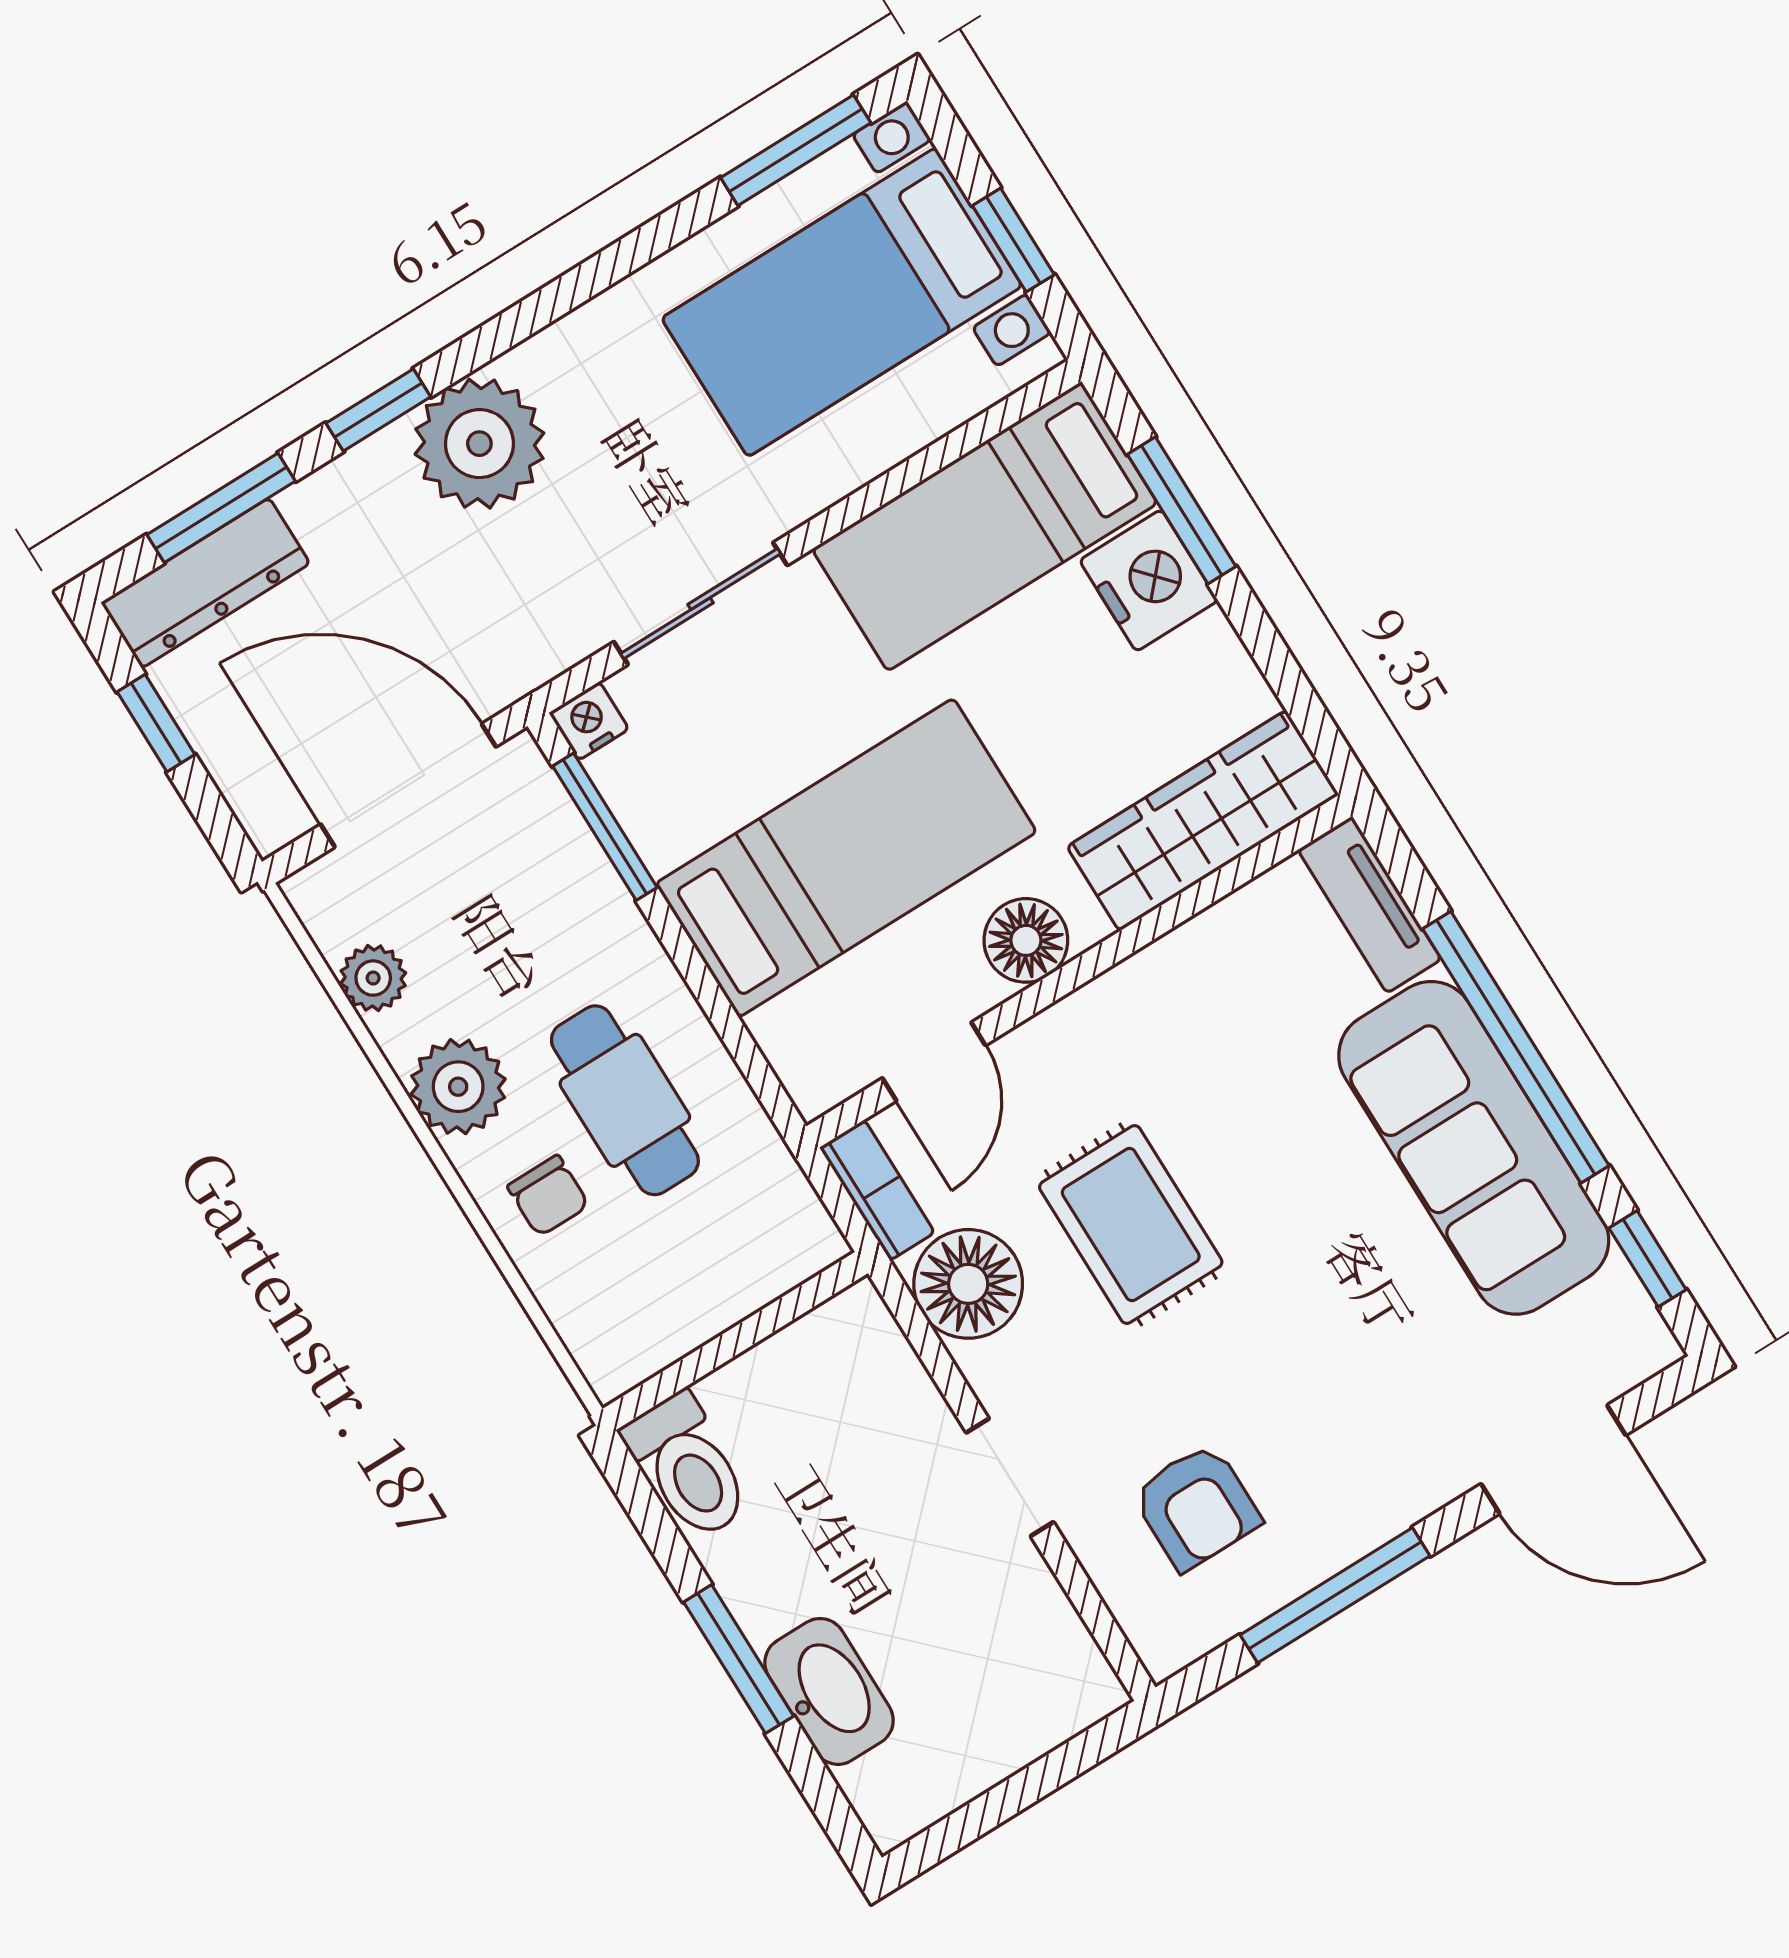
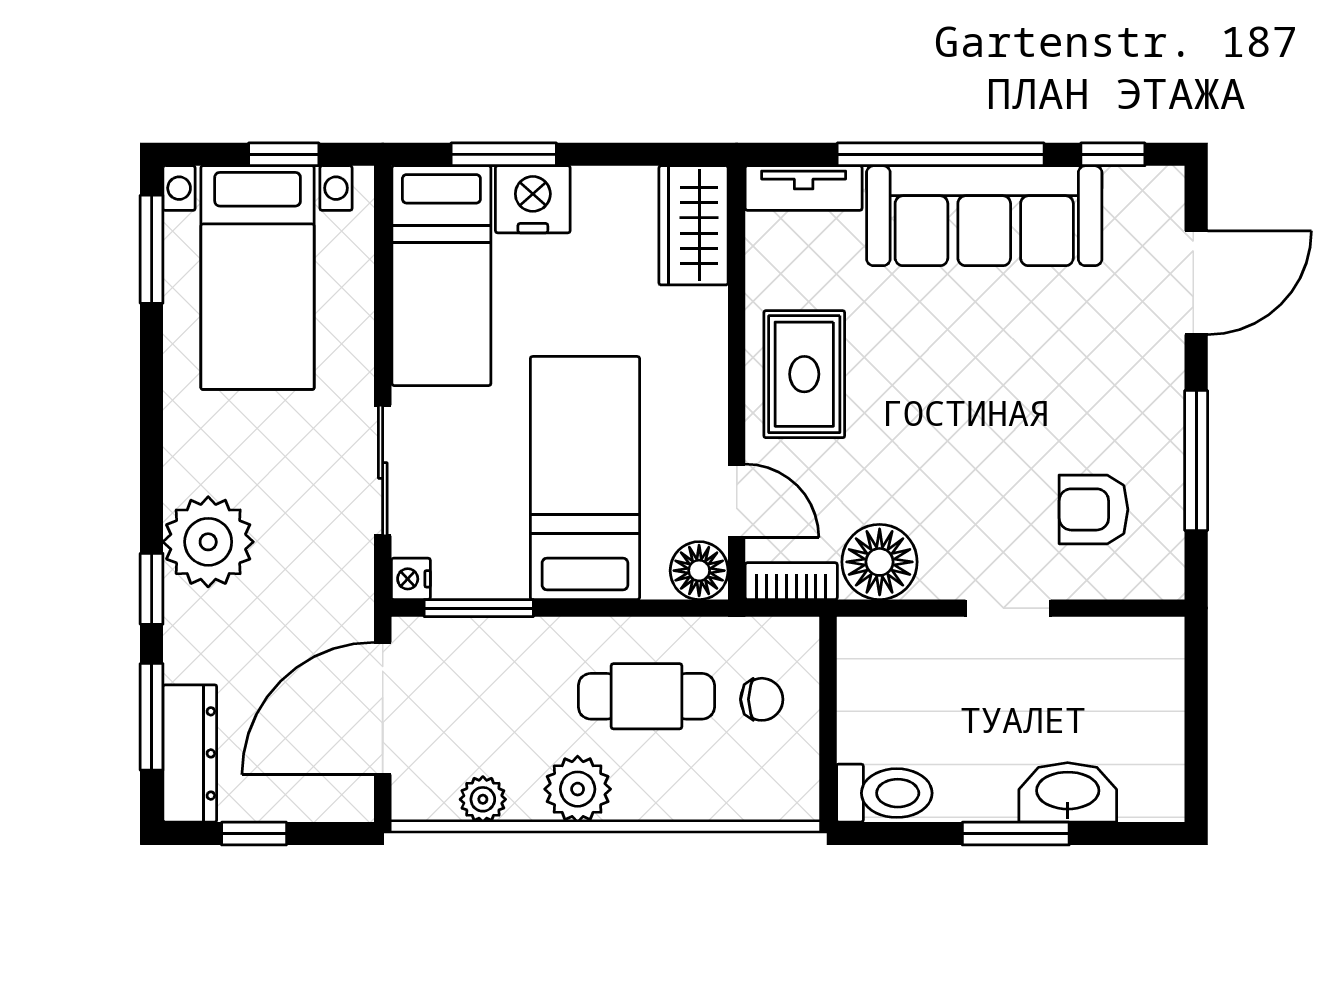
wardrobe: (1203, 821) -> (693, 225), width x0.67
floor lamp: (1026, 940) -> (699, 571), moved
chair: (548, 1196) -> (762, 699), moved
rug: (1131, 1225) -> (804, 374), moved, turned 90
armchair: (1196, 1507) -> (1093, 509), turned 180

